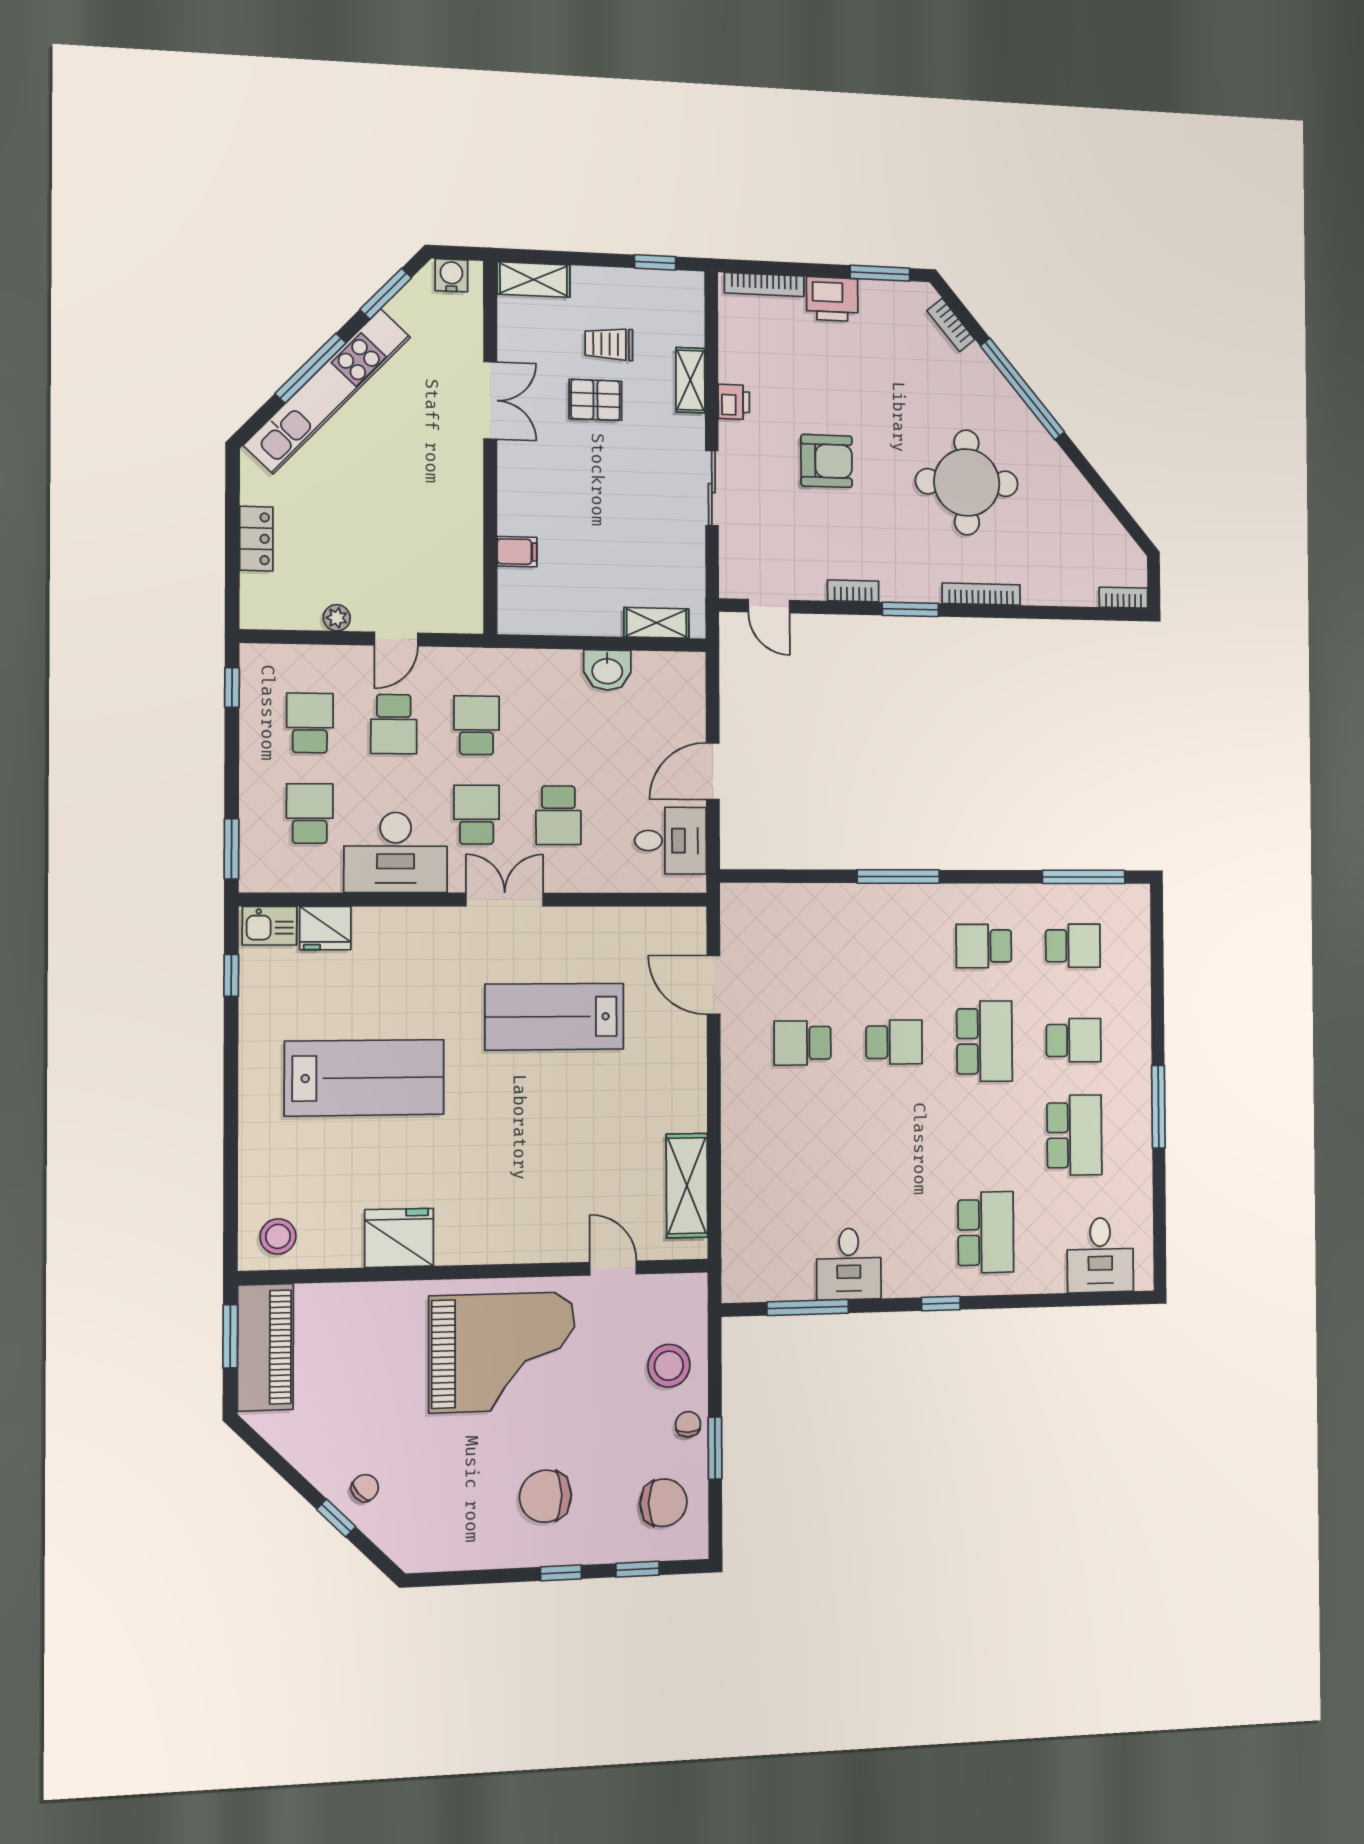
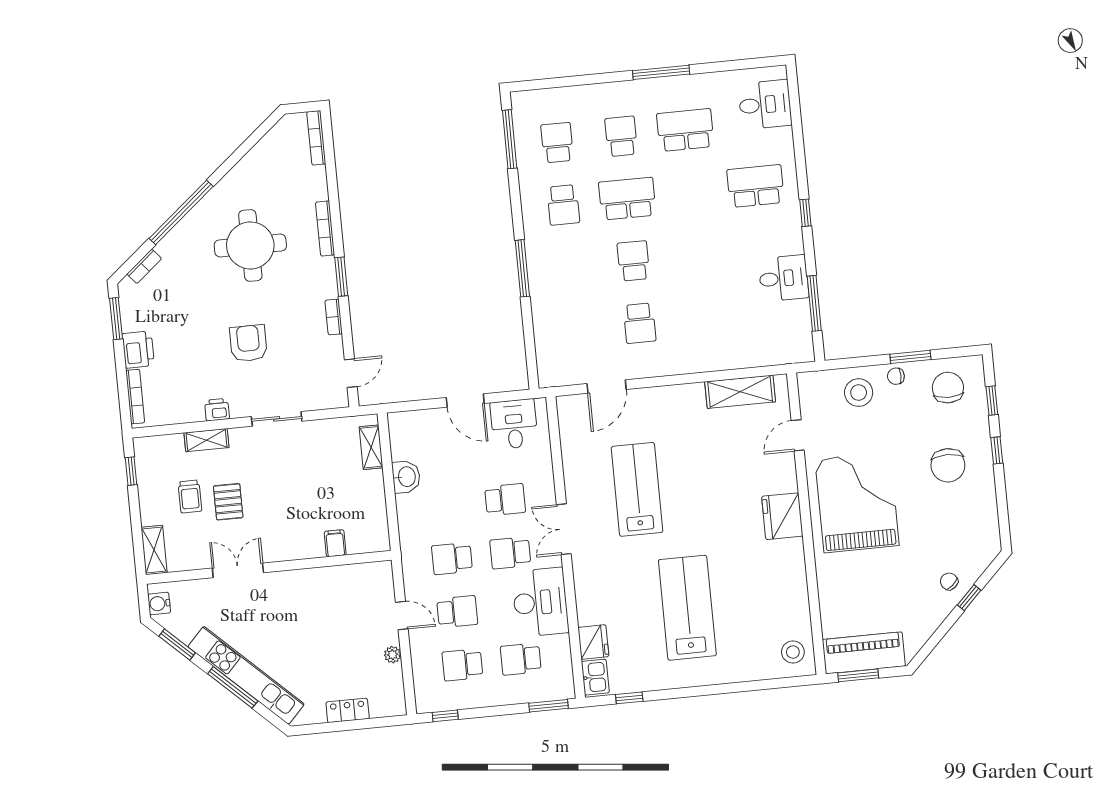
bookcase: (1123, 598) -> (316, 138), width x1.56
lab bench: (554, 1017) -> (637, 489), turned 180
fridge: (399, 1238) -> (782, 516), moved

